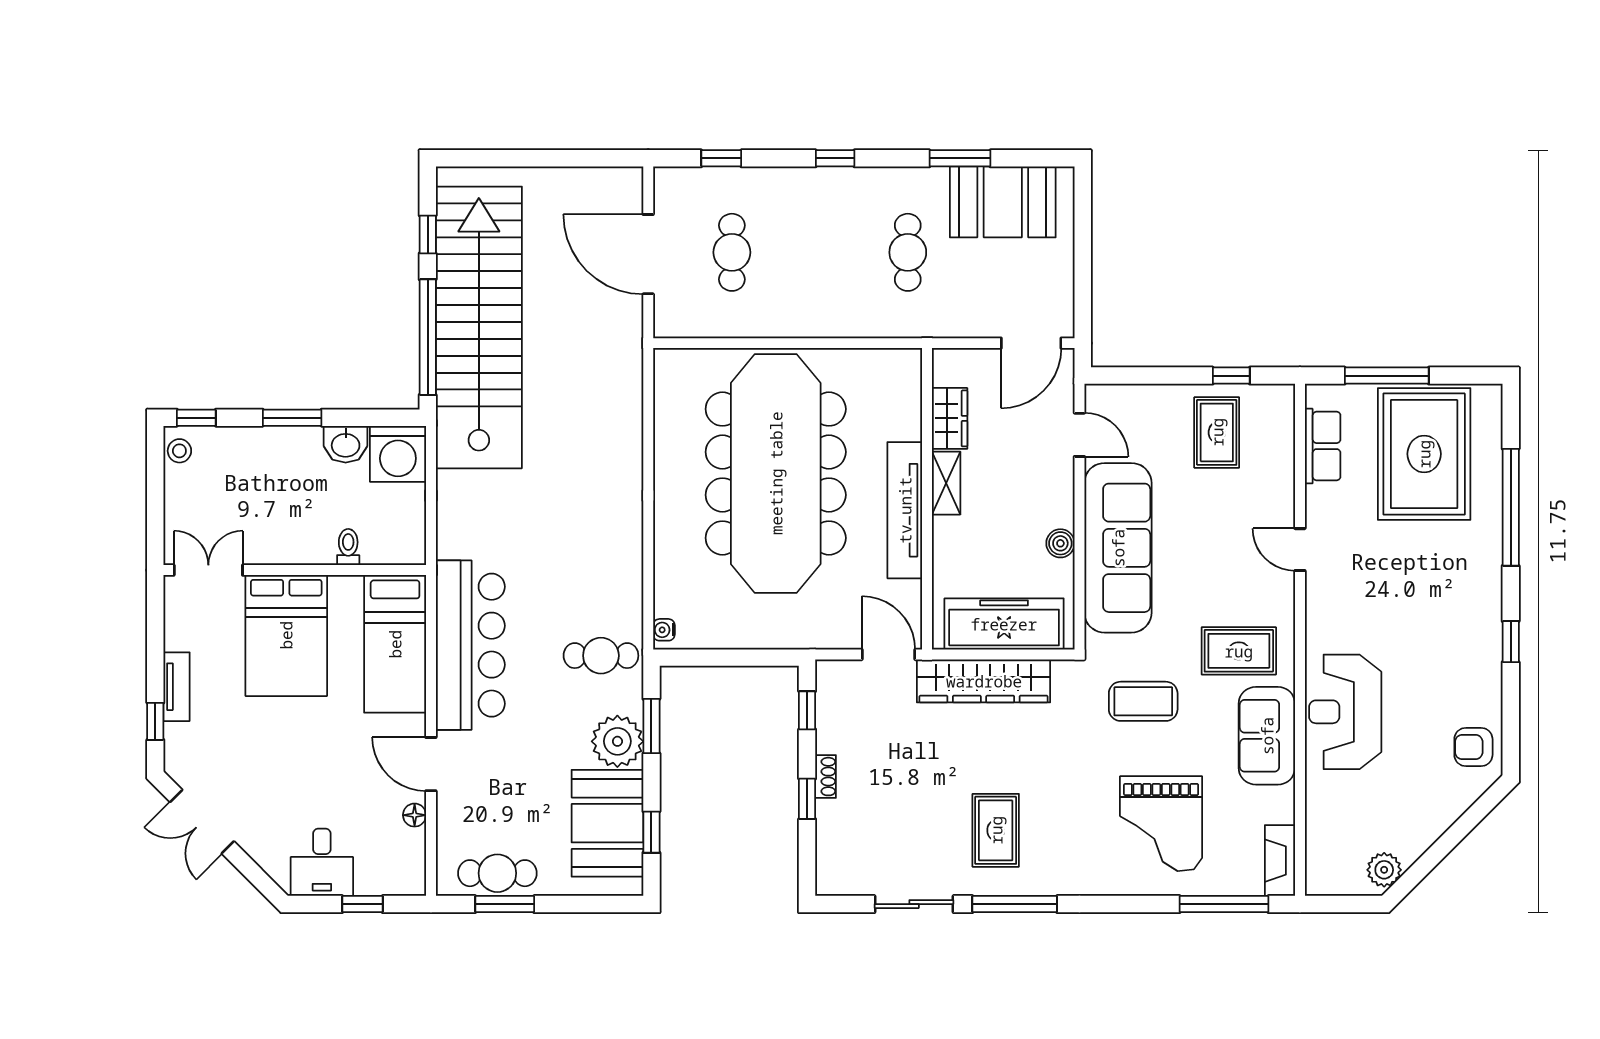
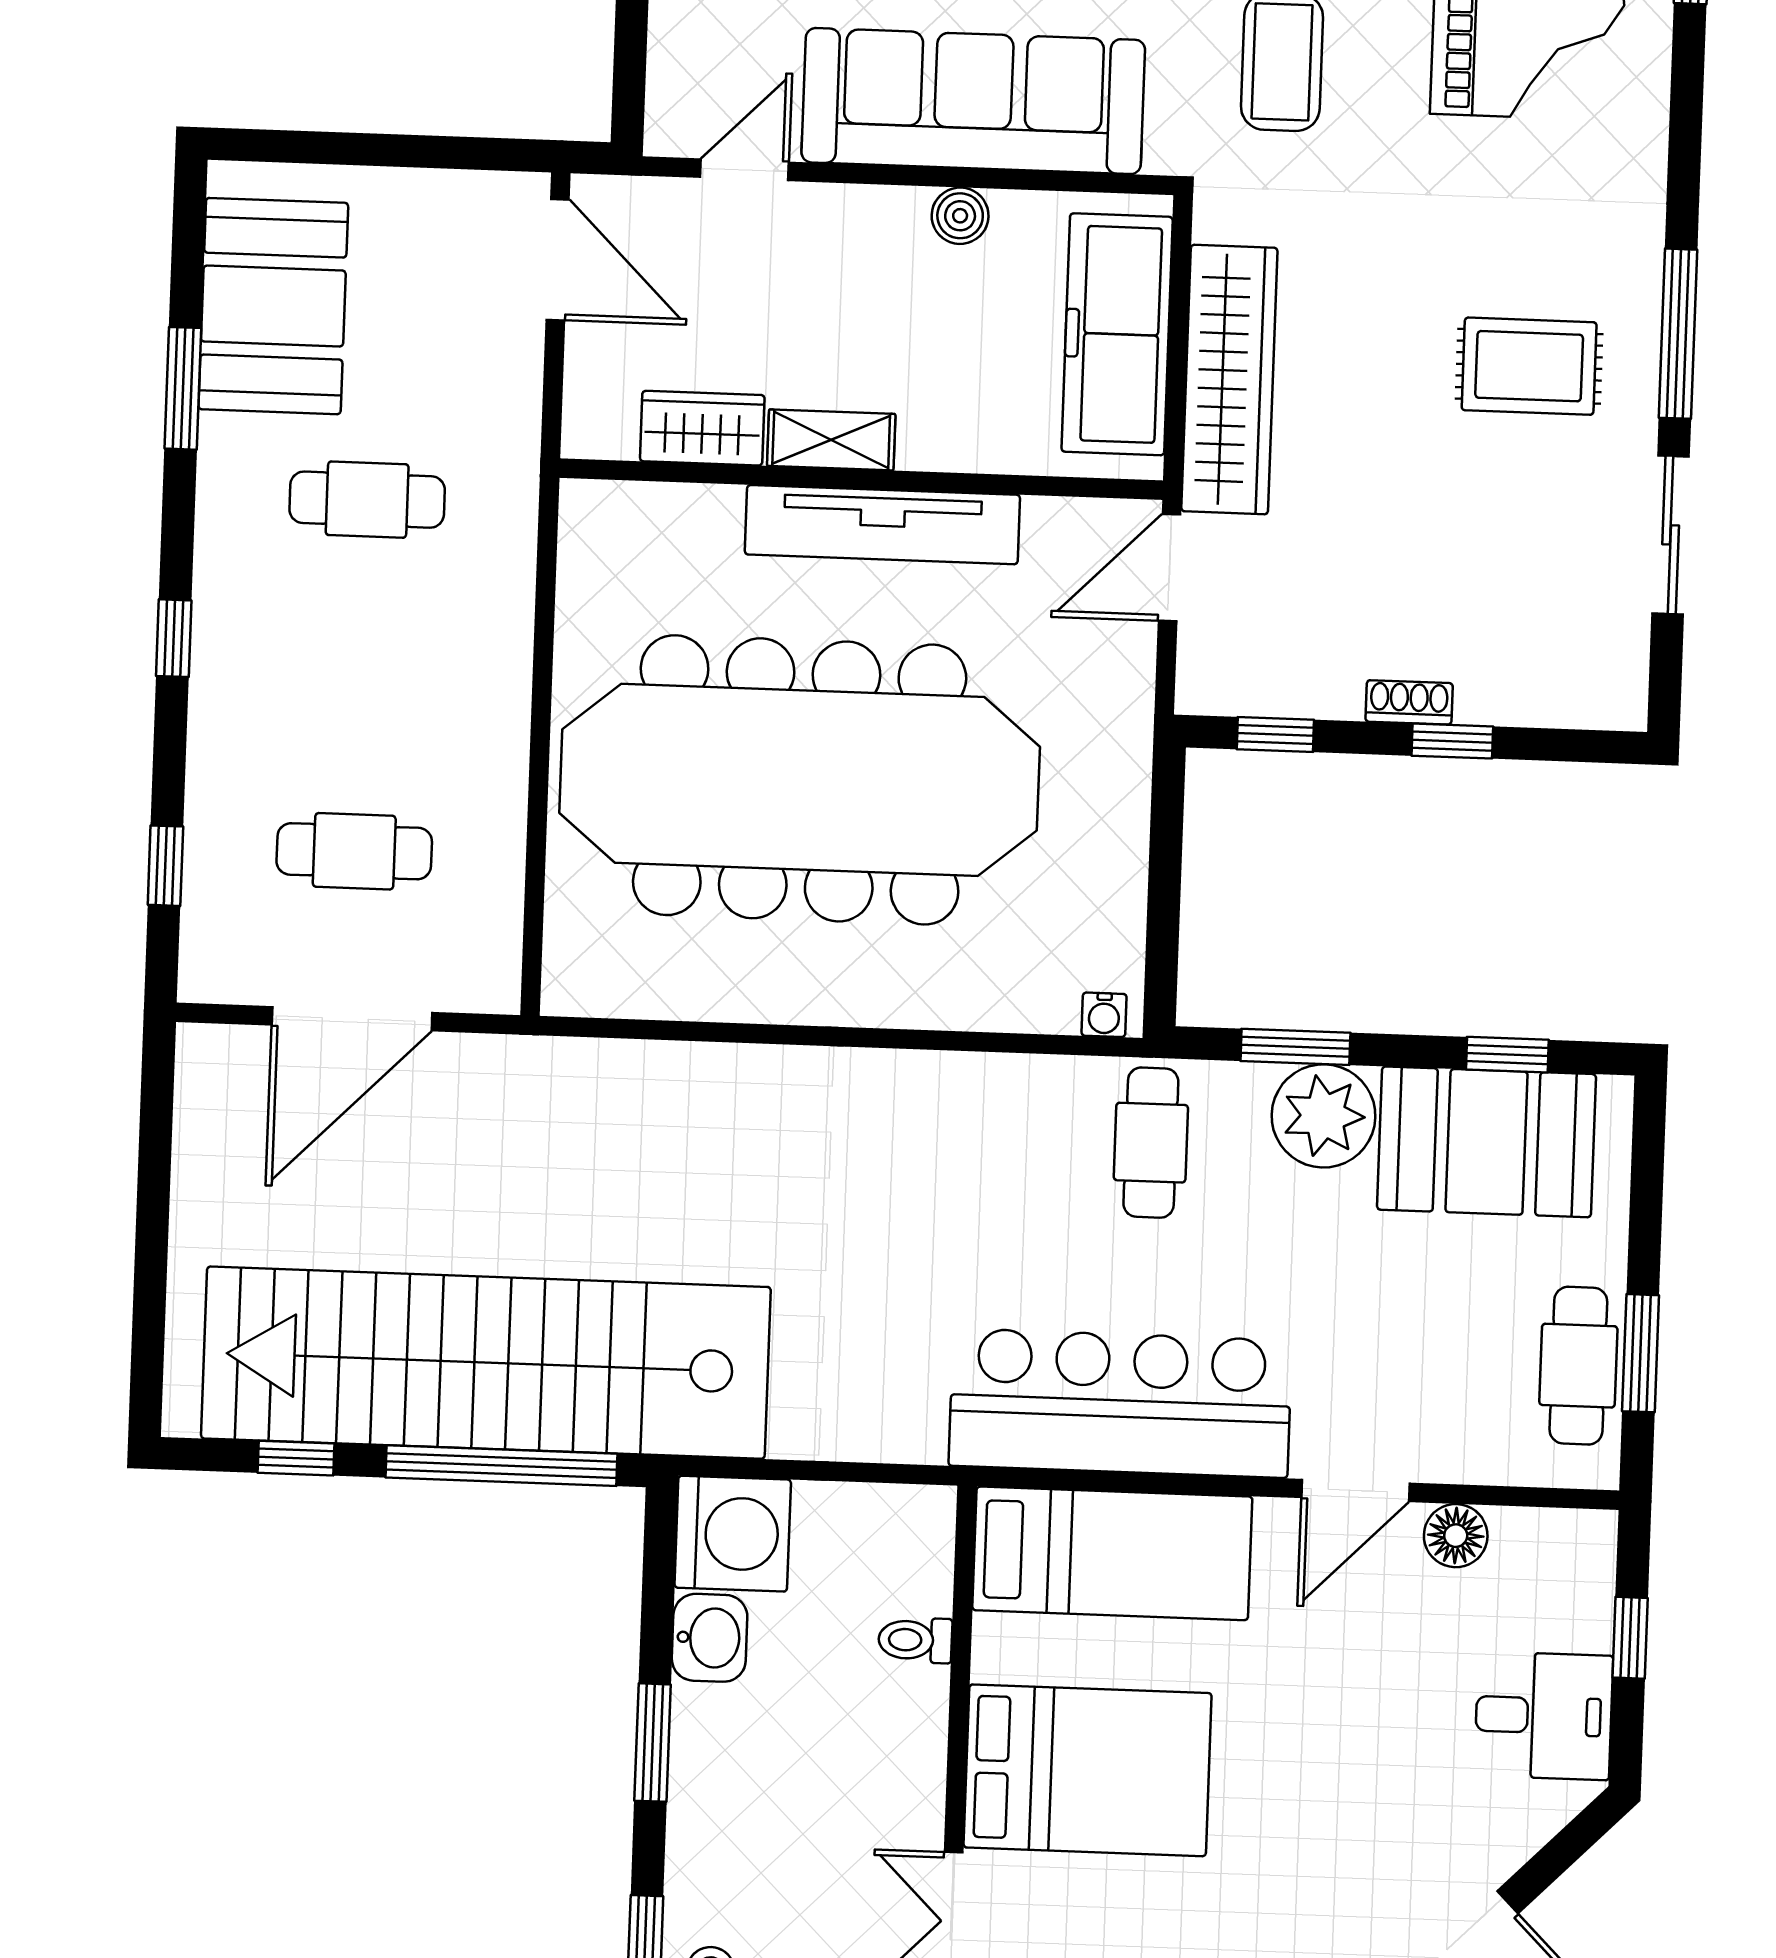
floor lamp: (415, 815) -> (1456, 1536), width x1.37, depth x1.37

